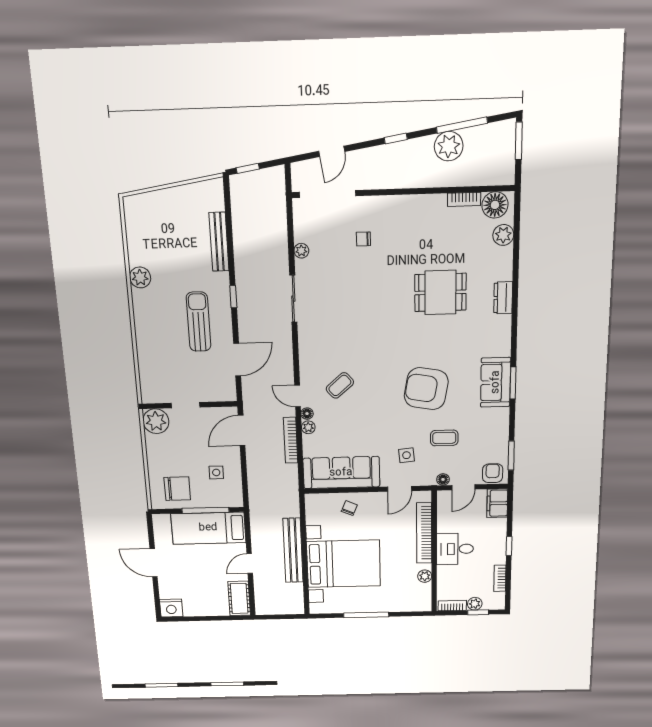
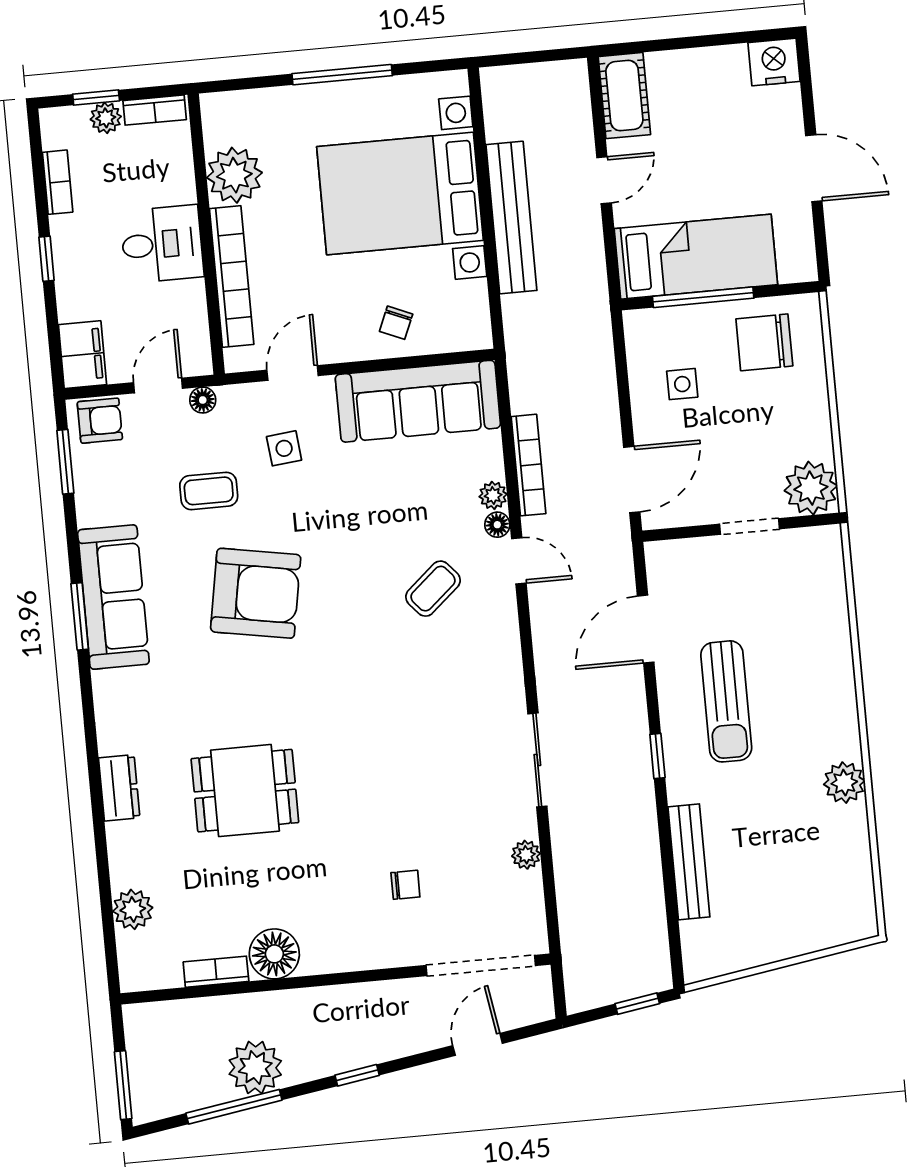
floor lamp: (495, 205) -> (274, 954), moved
sofa: (496, 382) -> (113, 597), width x1.36
armchair: (493, 473) -> (100, 421), turned -90
plant: (425, 576) -> (234, 175), width x1.88, depth x1.88

